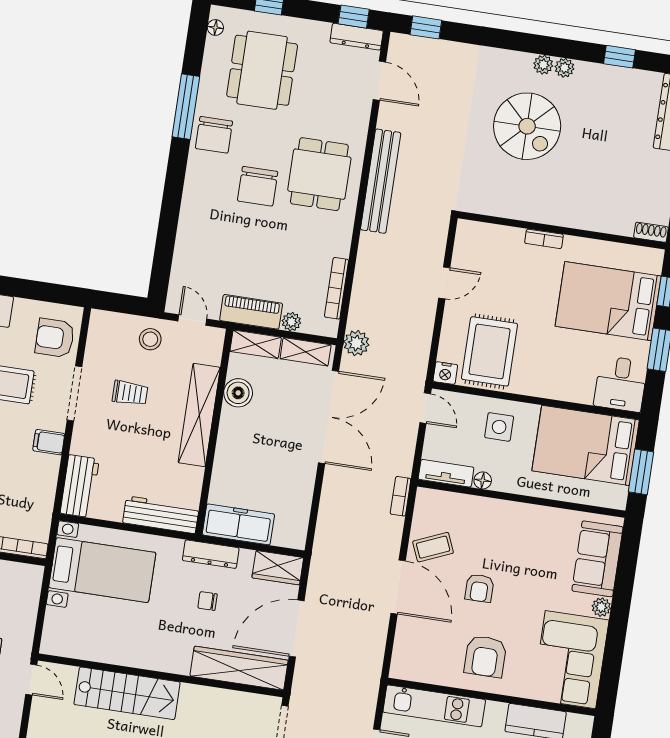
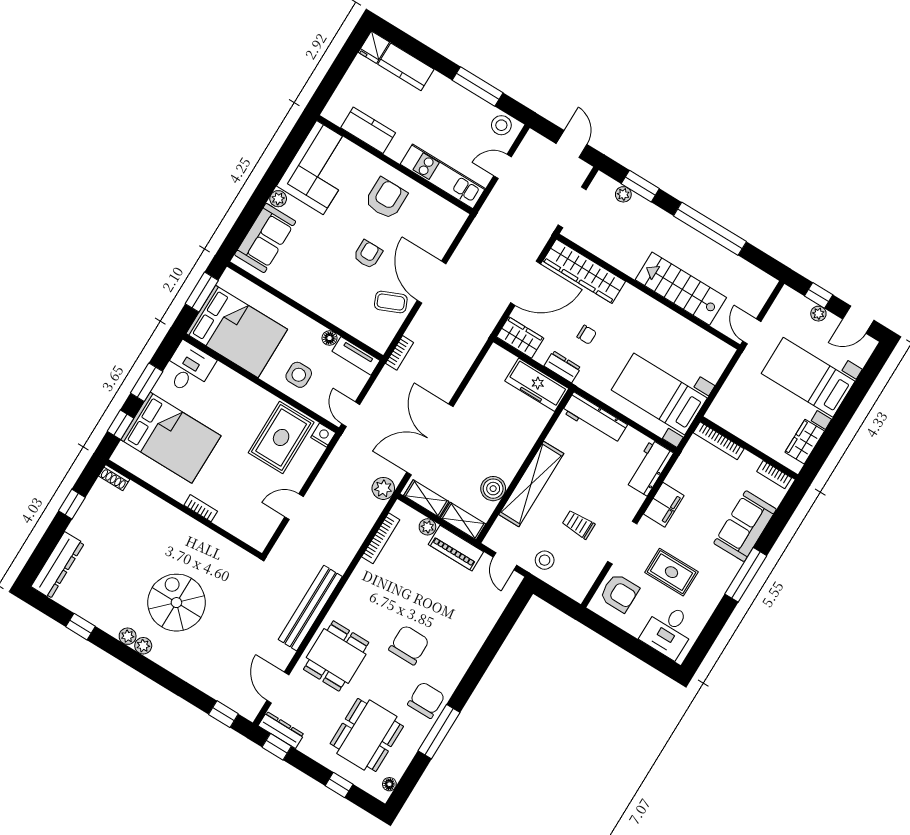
dining table: (319, 174) -> (336, 656), moved
filing cabinet: (49, 442) -> (664, 505), width x2.00
dresser: (211, 554) -> (562, 367), width x0.70

